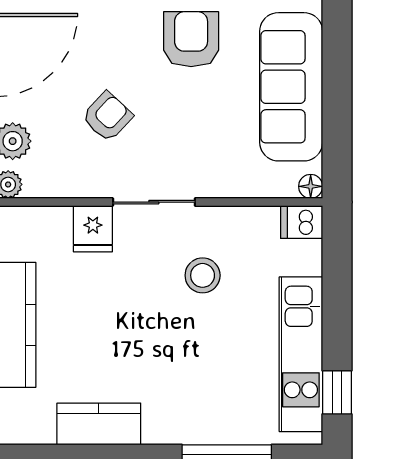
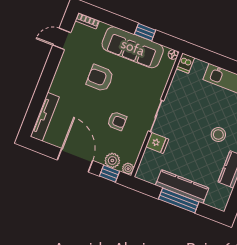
window: (337, 102) -> (145, 32), added
armchair: (107, 117) -> (117, 121), turned 137
stool: (203, 275) -> (218, 135), moved

